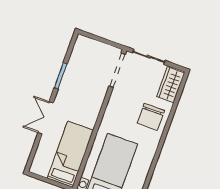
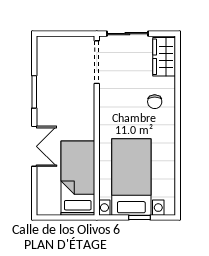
chair: (151, 117) -> (155, 102), width x0.54, depth x0.54
double door: (46, 118) -> (34, 146), swing flipped

